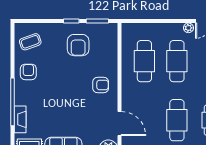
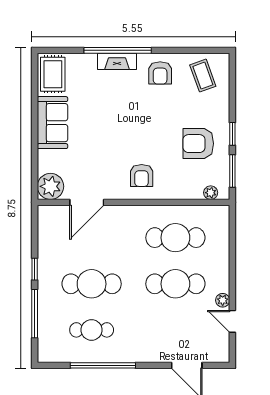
plant: (113, 36) -> (211, 193), added
armchair: (28, 72) -> (160, 73), turned 90
fireplace: (20, 119) -> (117, 61), moved

